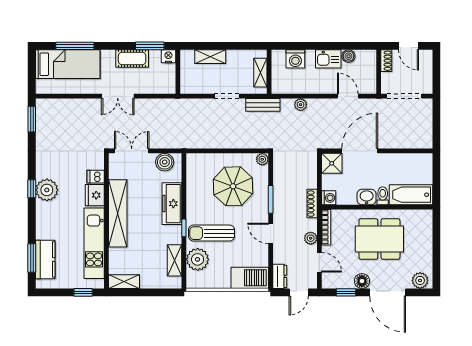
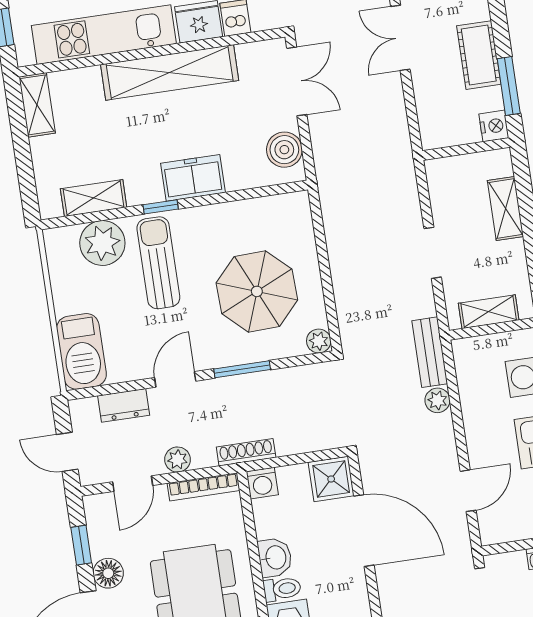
bench: (263, 105) -> (430, 352), moved
freezer: (172, 204) -> (193, 178), width x0.71
dresser: (280, 276) -> (124, 405), moved

